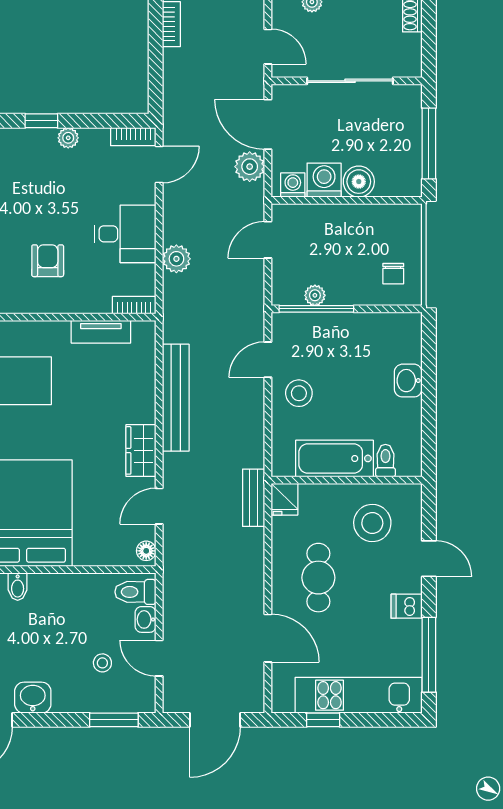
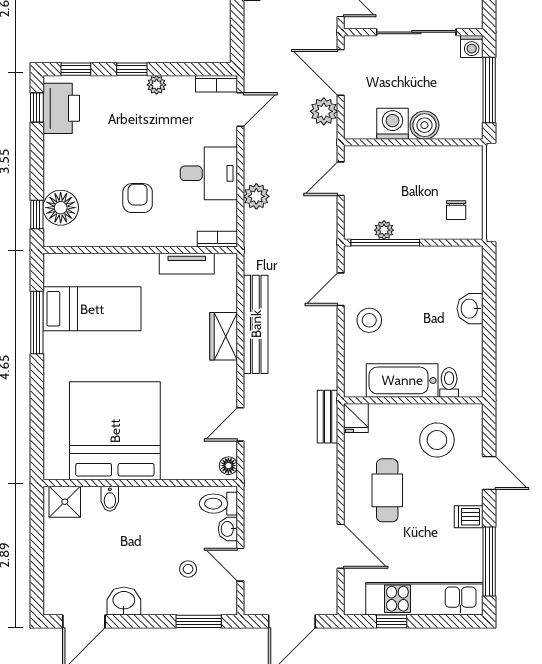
washing machine: (293, 185) -> (472, 46), moved, turned 180
wardrobe: (141, 450) -> (224, 336), moved

